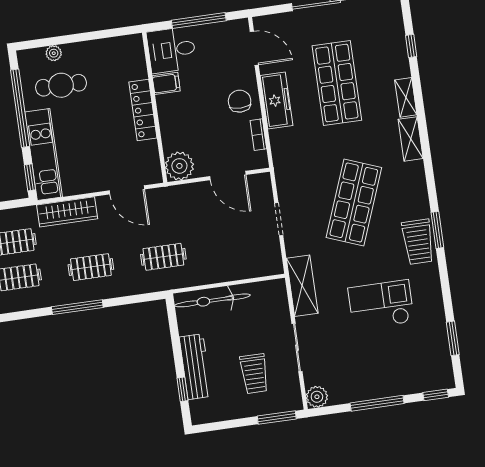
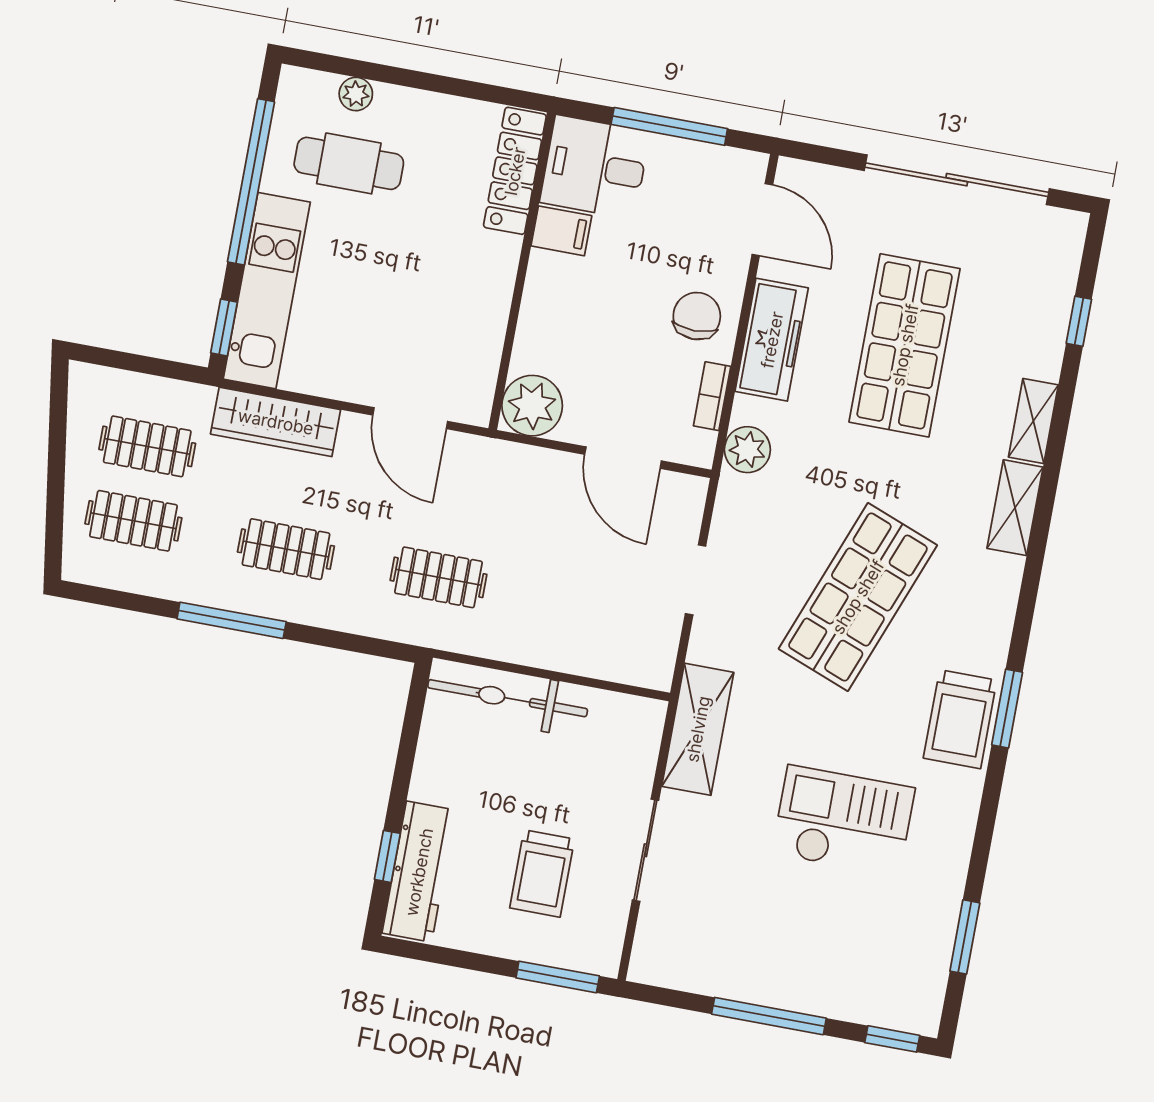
locker: (143, 110) -> (515, 171), moved
workbench: (195, 367) -> (419, 872), moved
plant: (317, 397) -> (747, 450), moved

